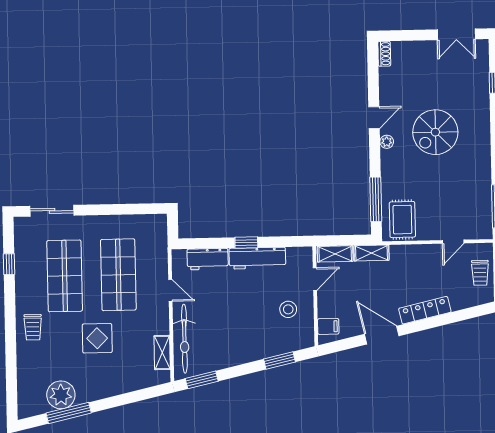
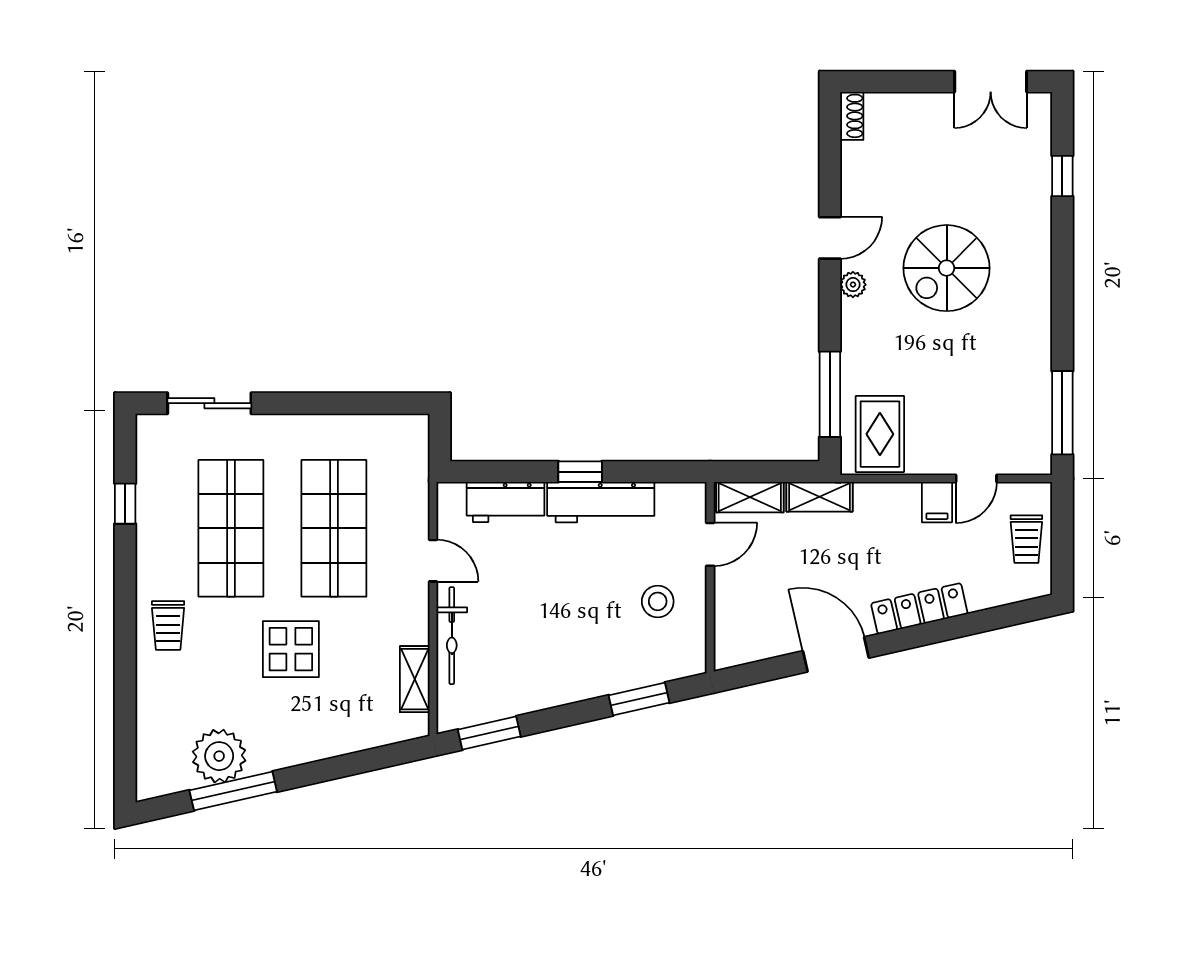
filing cabinet: (328, 326) -> (937, 502), moved, turned 90
bicycle: (184, 339) -> (452, 636), width x0.73, depth x0.71

